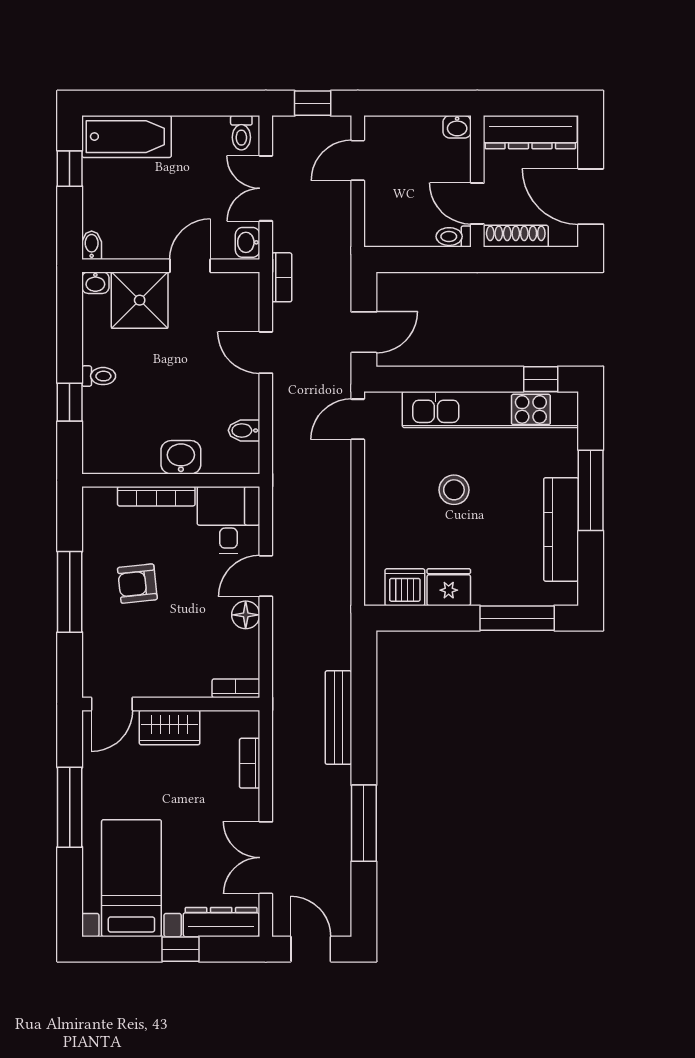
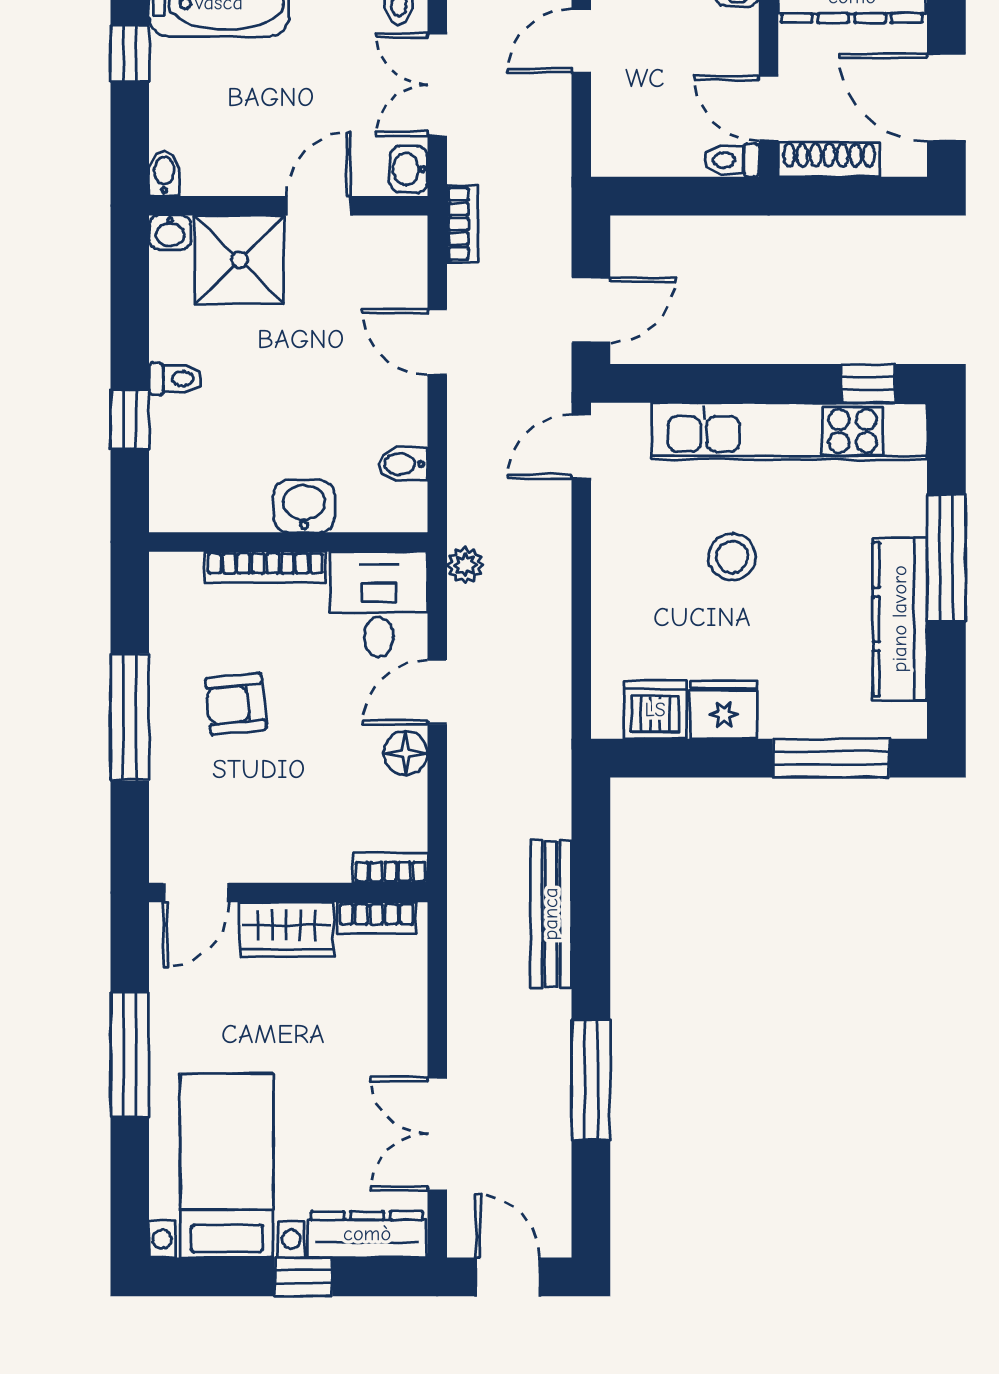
plant: (284, 495) -> (465, 565), added
bookcase: (250, 763) -> (377, 918), moved, turned -90

